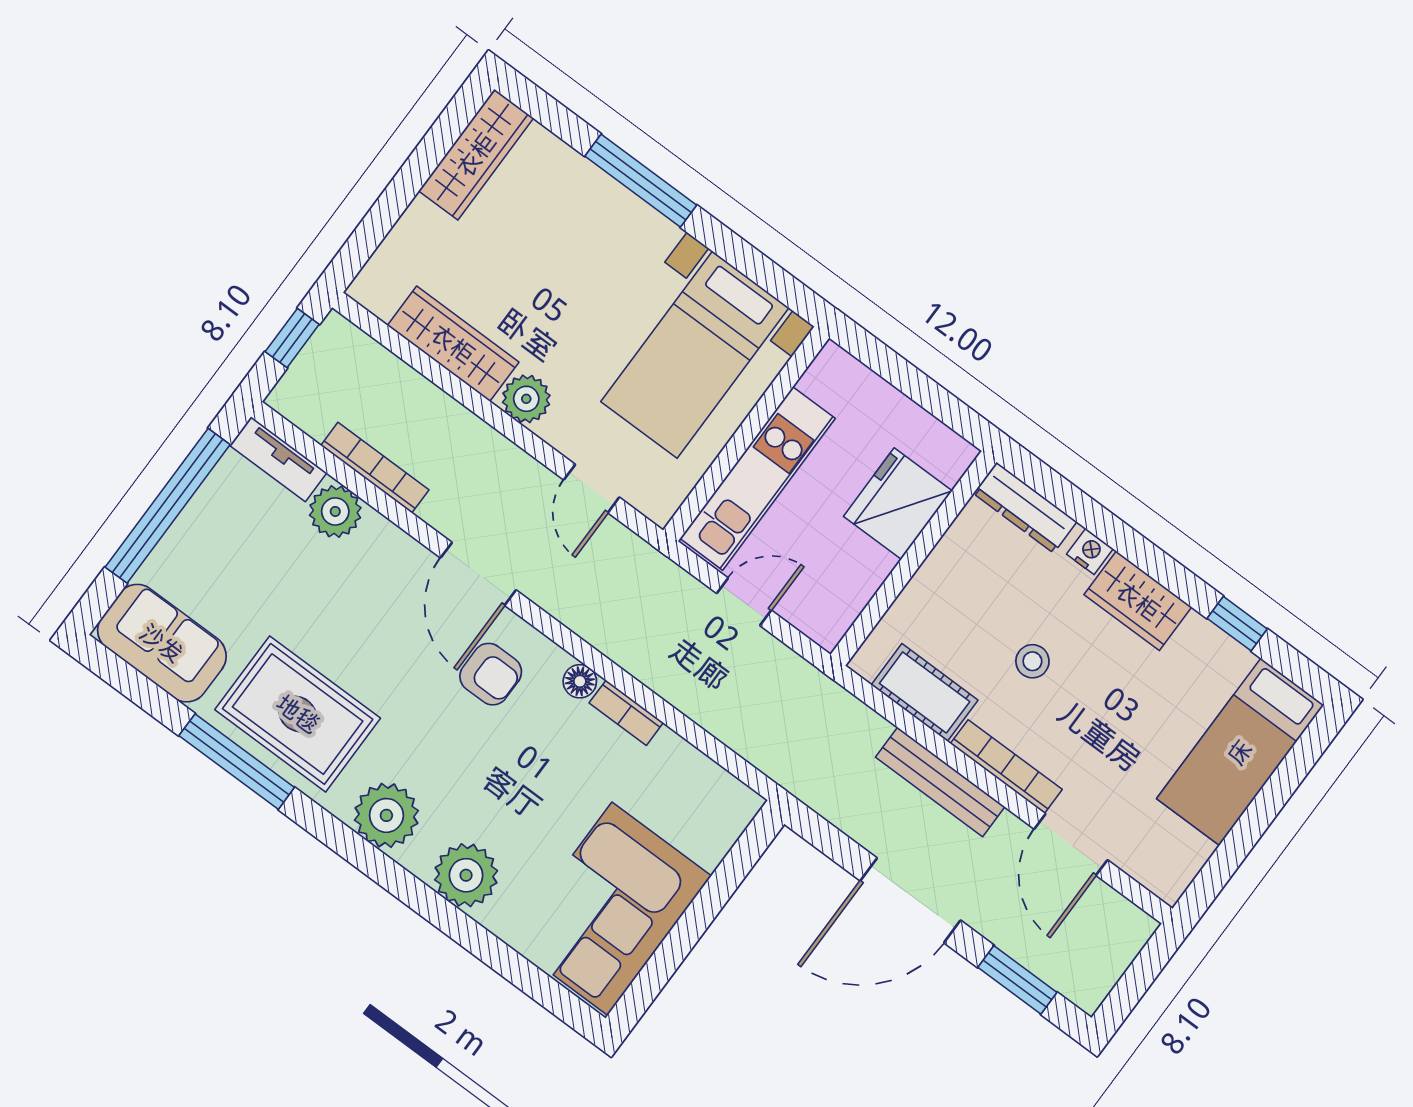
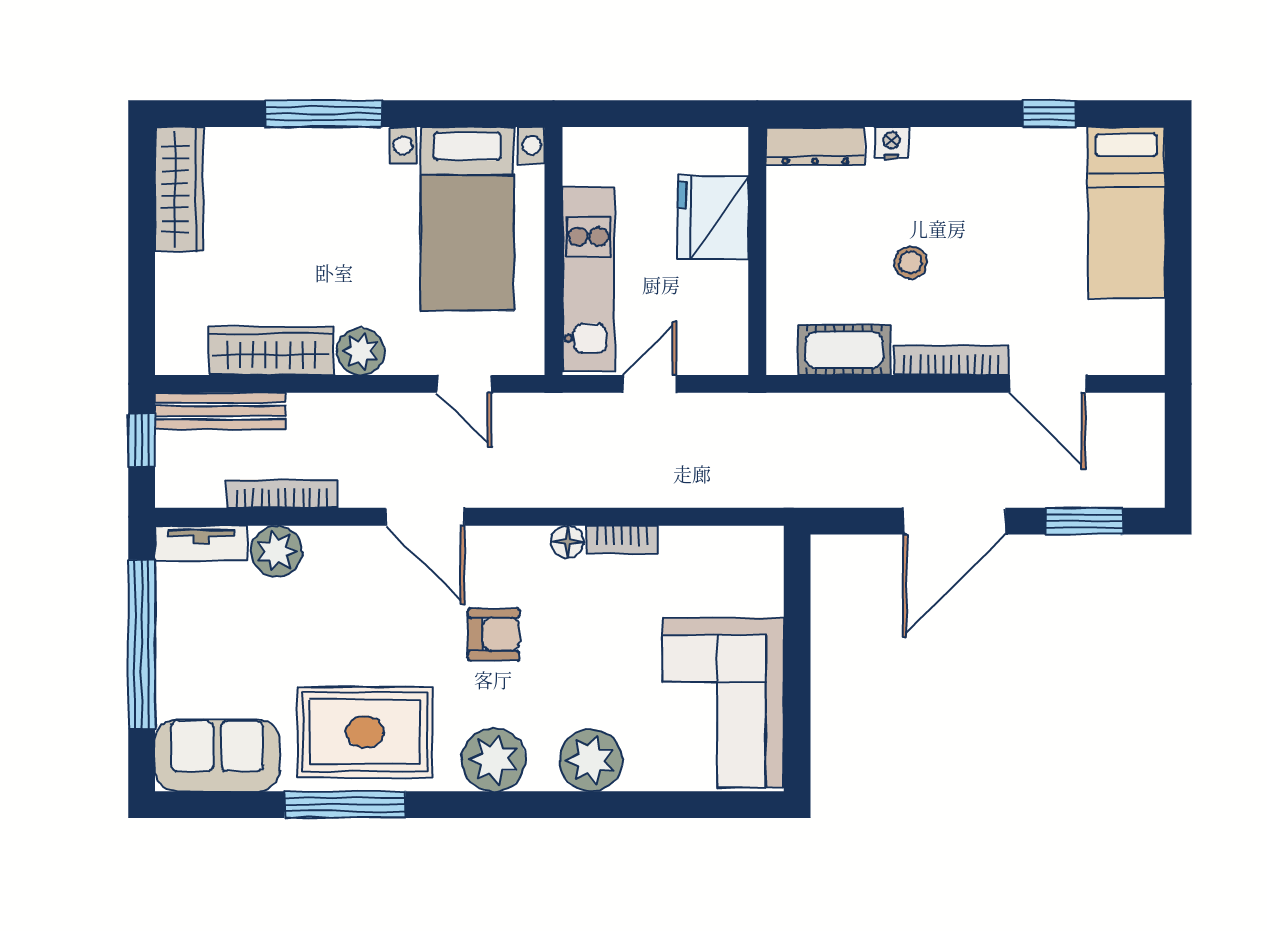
wardrobe: (1138, 601) -> (958, 154), removed
armchair: (491, 674) -> (494, 634), moved
bench: (940, 782) -> (220, 411), moved

